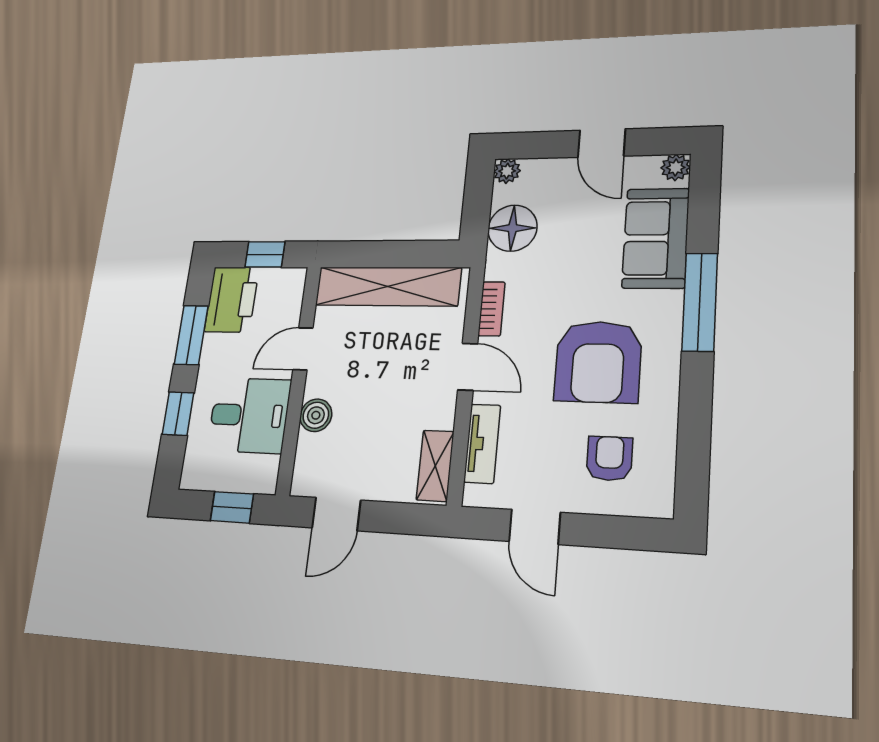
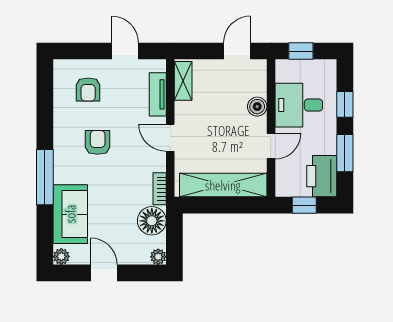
bookcase: (492, 309) -> (160, 189), moved
armchair: (598, 362) -> (98, 142), width x0.53, depth x0.53

